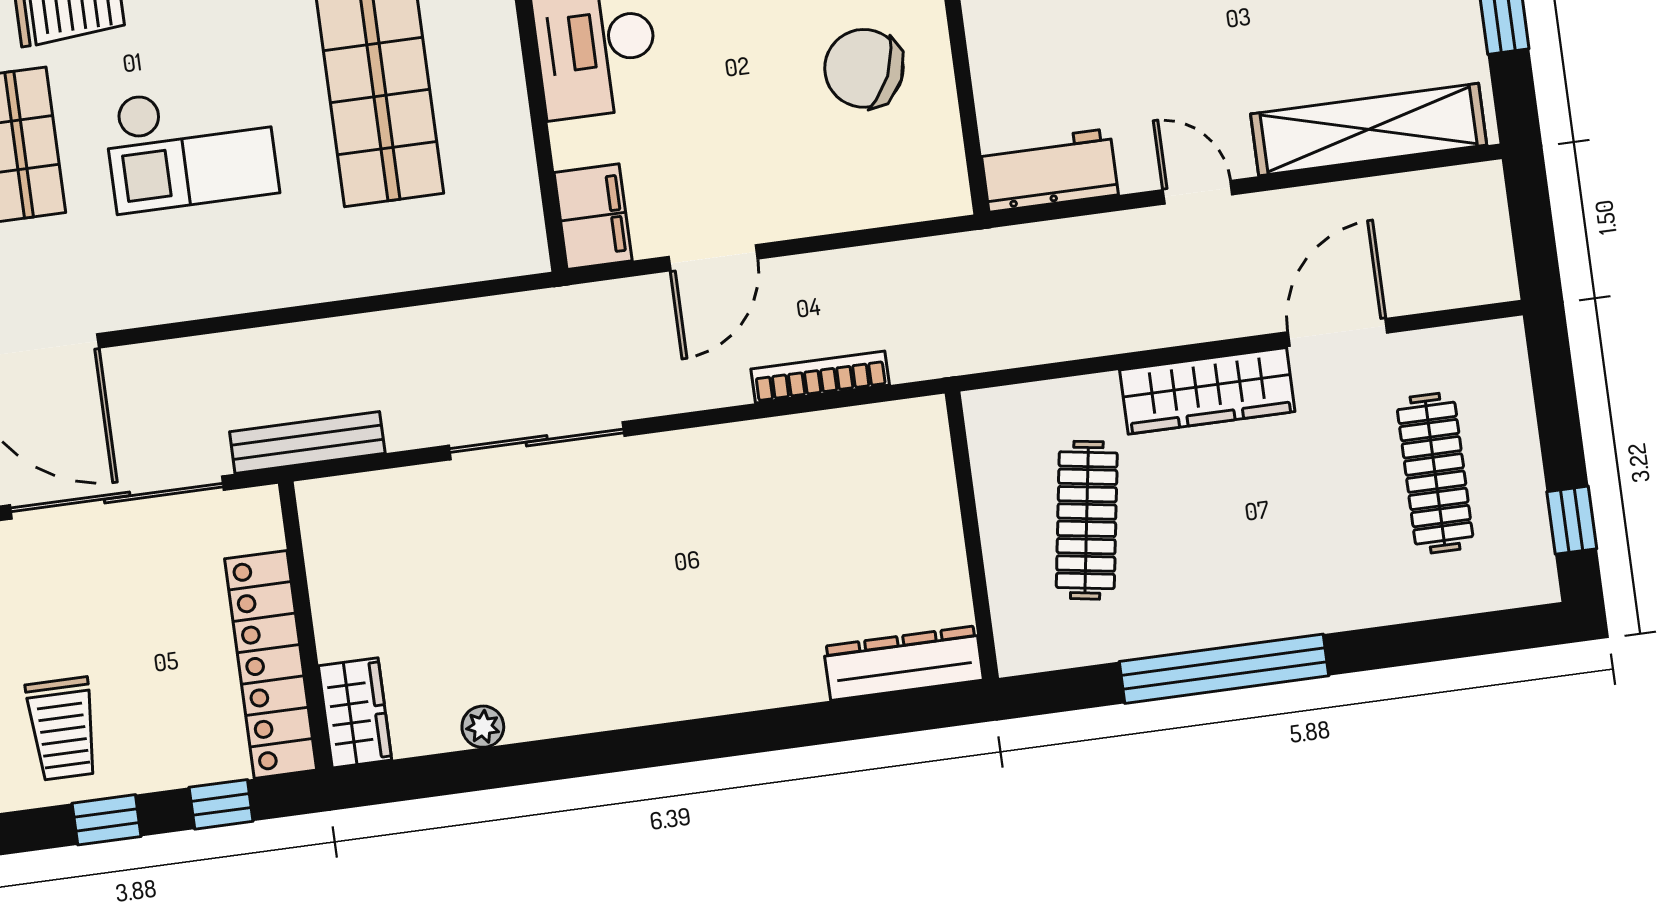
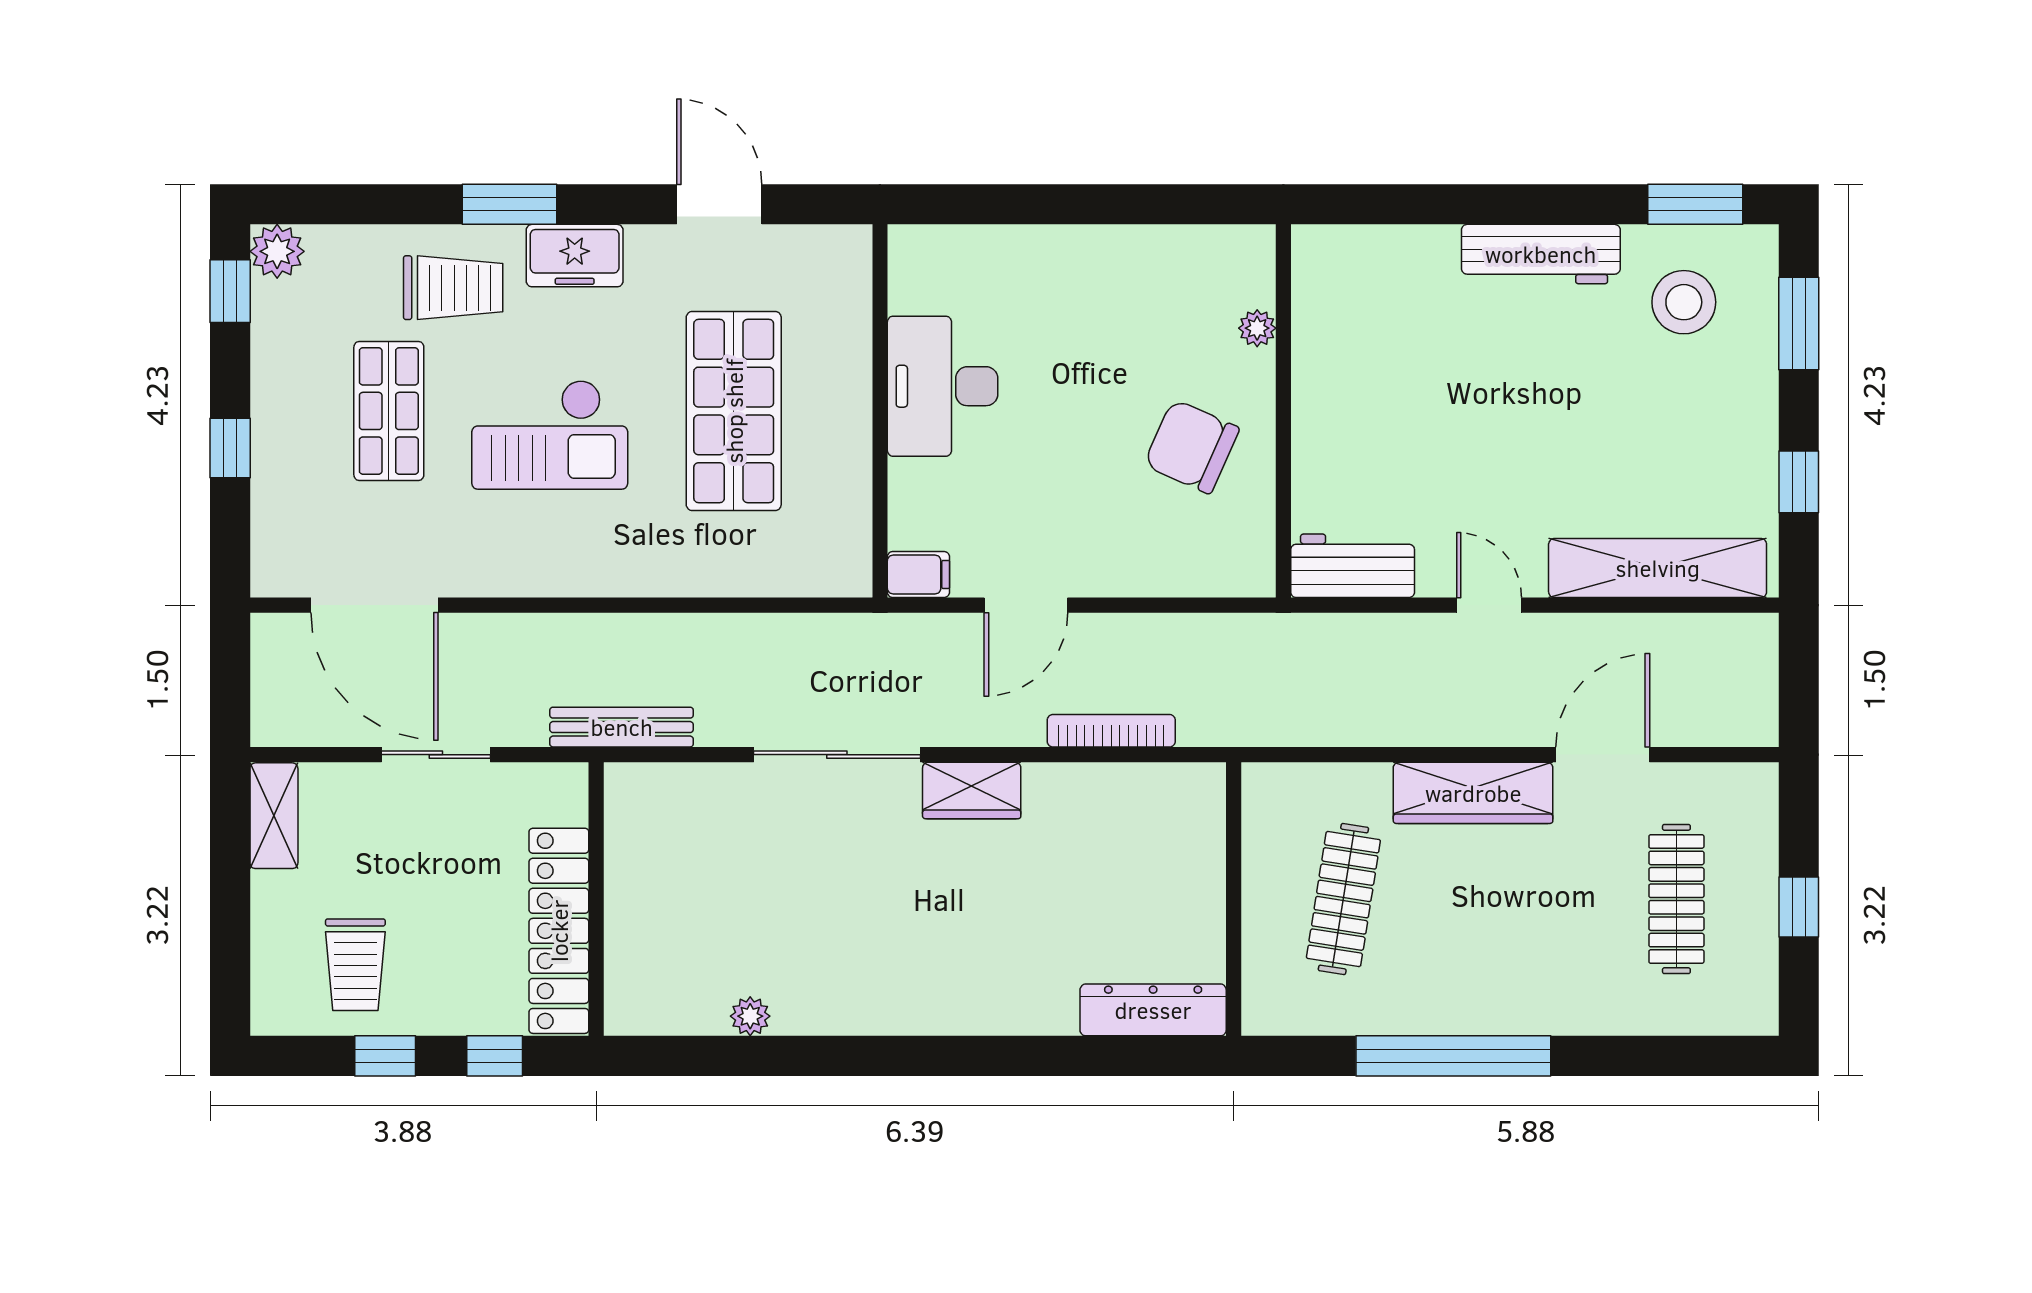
filing cabinet: (593, 217) -> (918, 574), width x0.50
sliding door: (117, 497) -> (436, 755), width x0.54
window: (1572, 520) -> (1799, 907), moved
wardrobe: (355, 713) -> (972, 790), moved, turned 90

